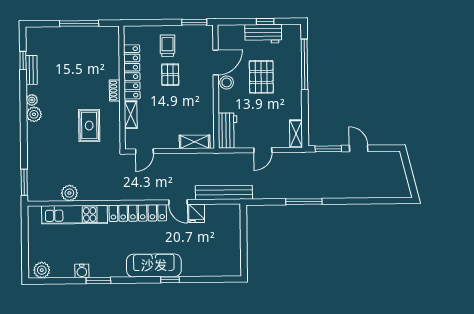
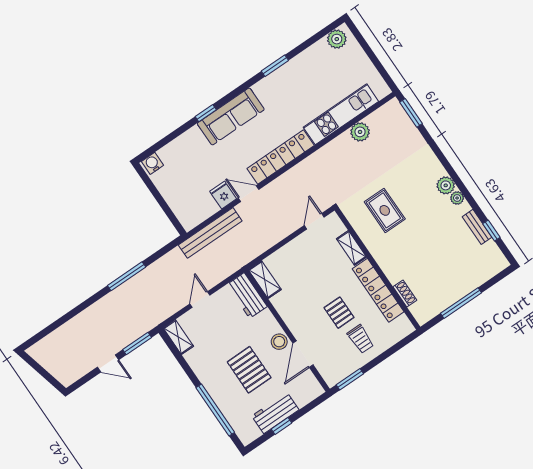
shoe rack: (115, 90) -> (405, 294), moved
shelving: (195, 142) -> (265, 280), moved, turned 90
water cooler: (82, 271) -> (153, 163), moved

